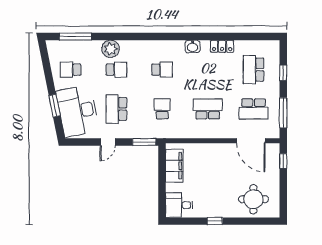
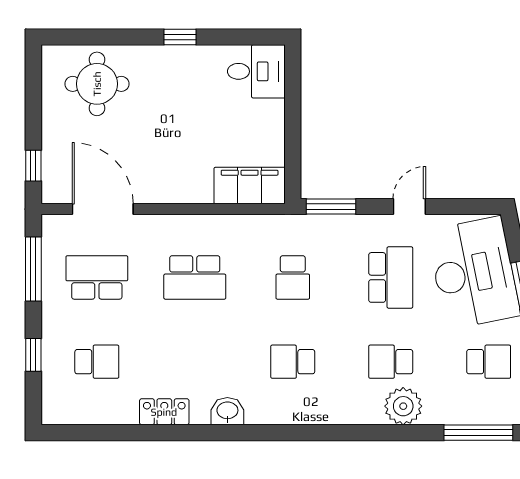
school desk: (254, 70) -> (97, 362), width x0.54
filing cabinet: (174, 166) -> (250, 186), moved, turned 90

